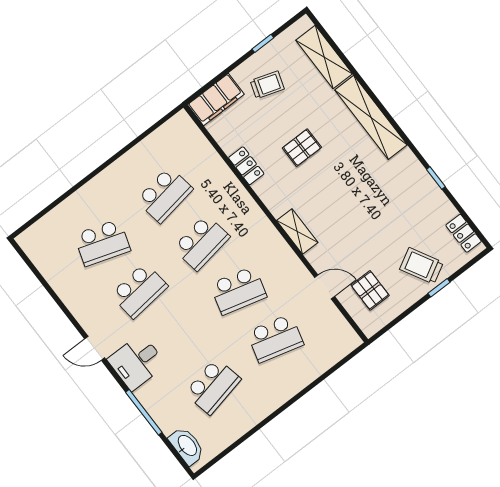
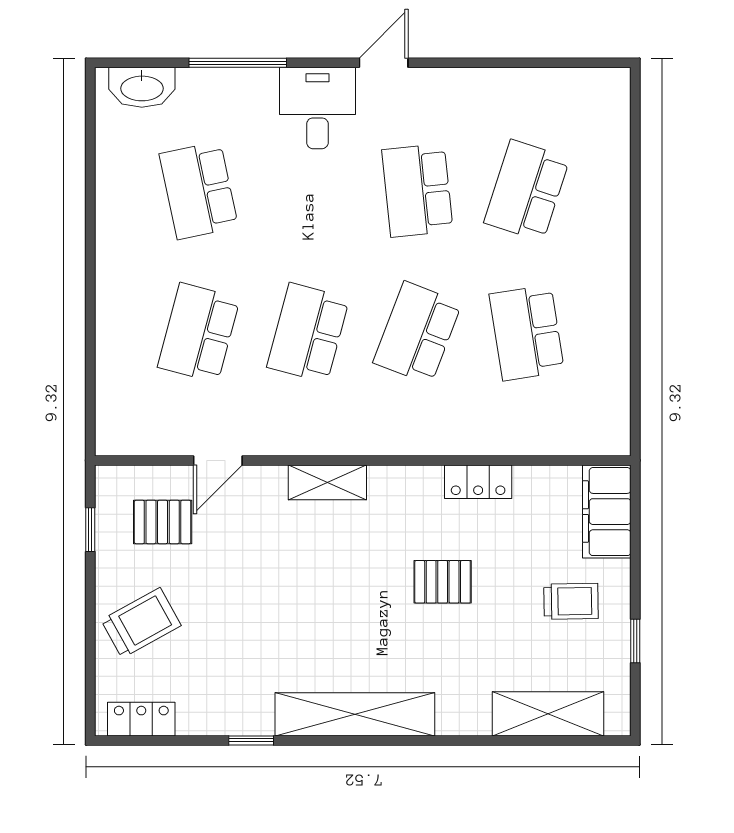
trolley: (267, 85) -> (571, 601), turned -109
shelving: (371, 117) -> (355, 714), moved
pallet: (302, 148) -> (443, 582), turned 90
school desk: (201, 243) -> (417, 333), turned 30
window: (439, 288) -> (90, 530), moved

